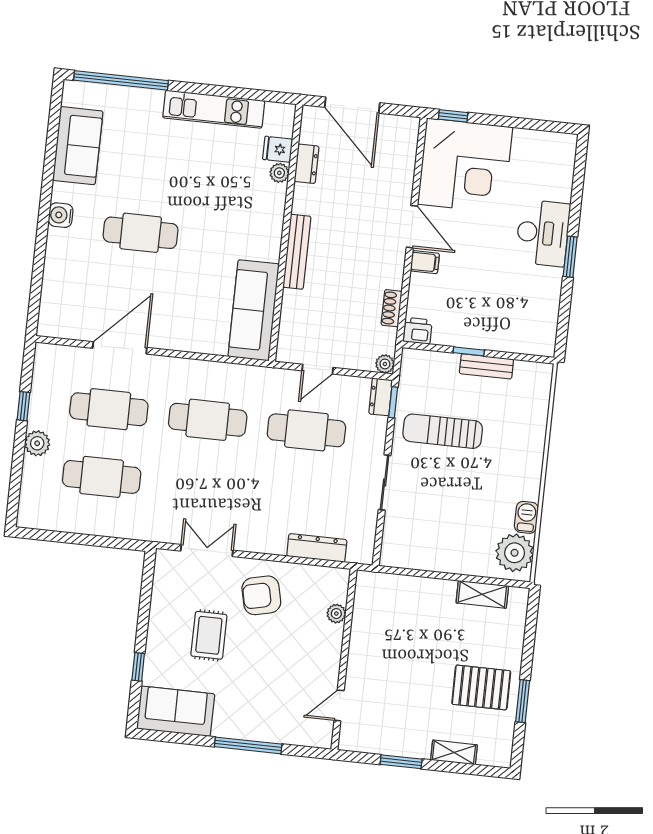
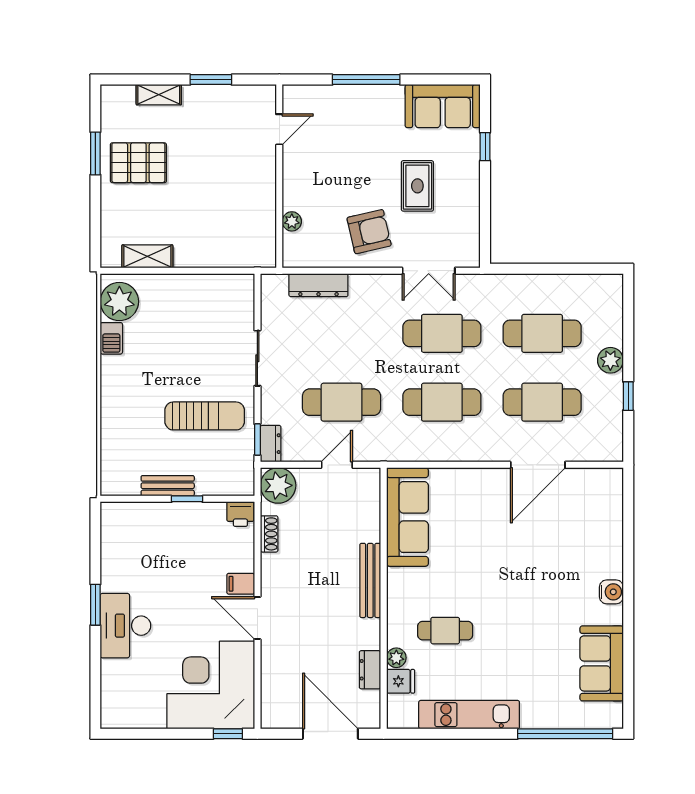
cafe table: (141, 233) -> (445, 631), moved, width x0.73, depth x0.74
plant: (385, 364) -> (278, 485), width x1.88, depth x1.88
cafe table: (200, 487) -> (442, 333), added

